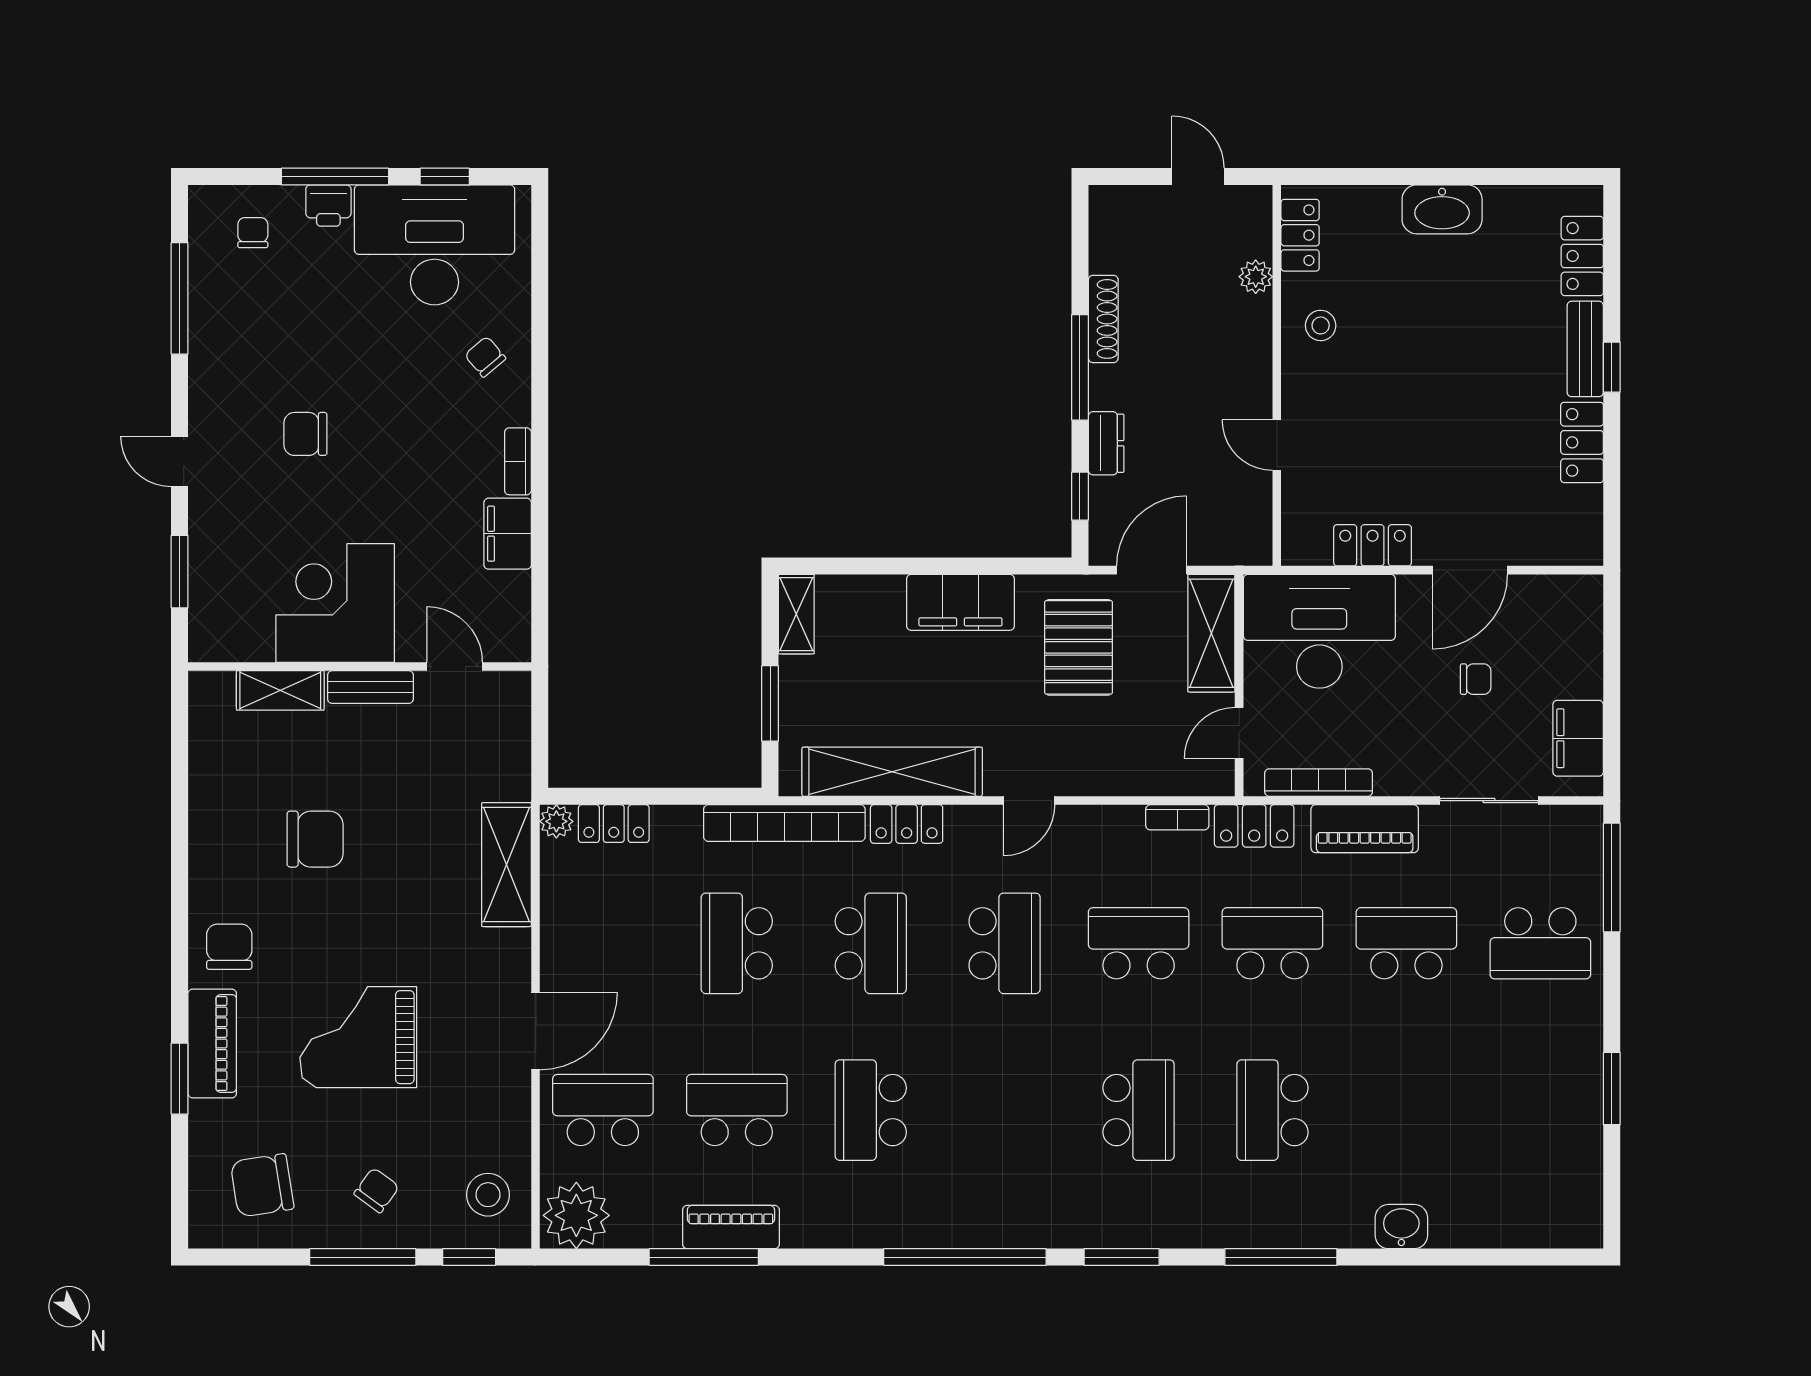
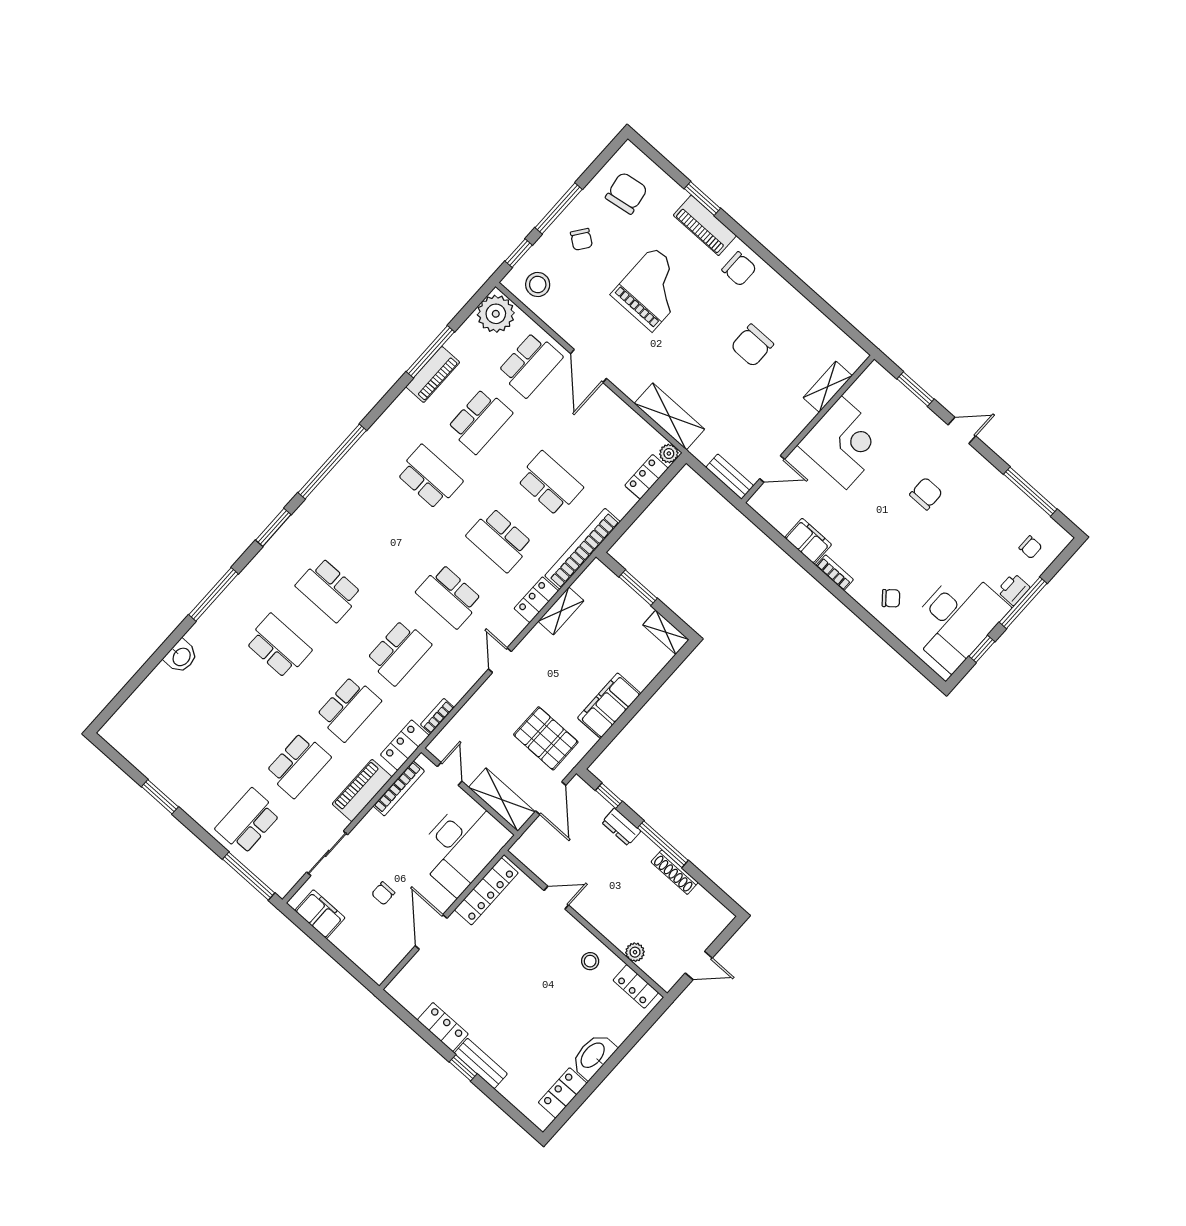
locker: (1582, 256) -> (563, 1093), moved, turned -90
locker: (1373, 545) -> (486, 891), width x1.53
bench: (370, 687) -> (730, 477), moved, turned 90
shelving: (892, 772) -> (561, 611), width x0.45, depth x0.75

